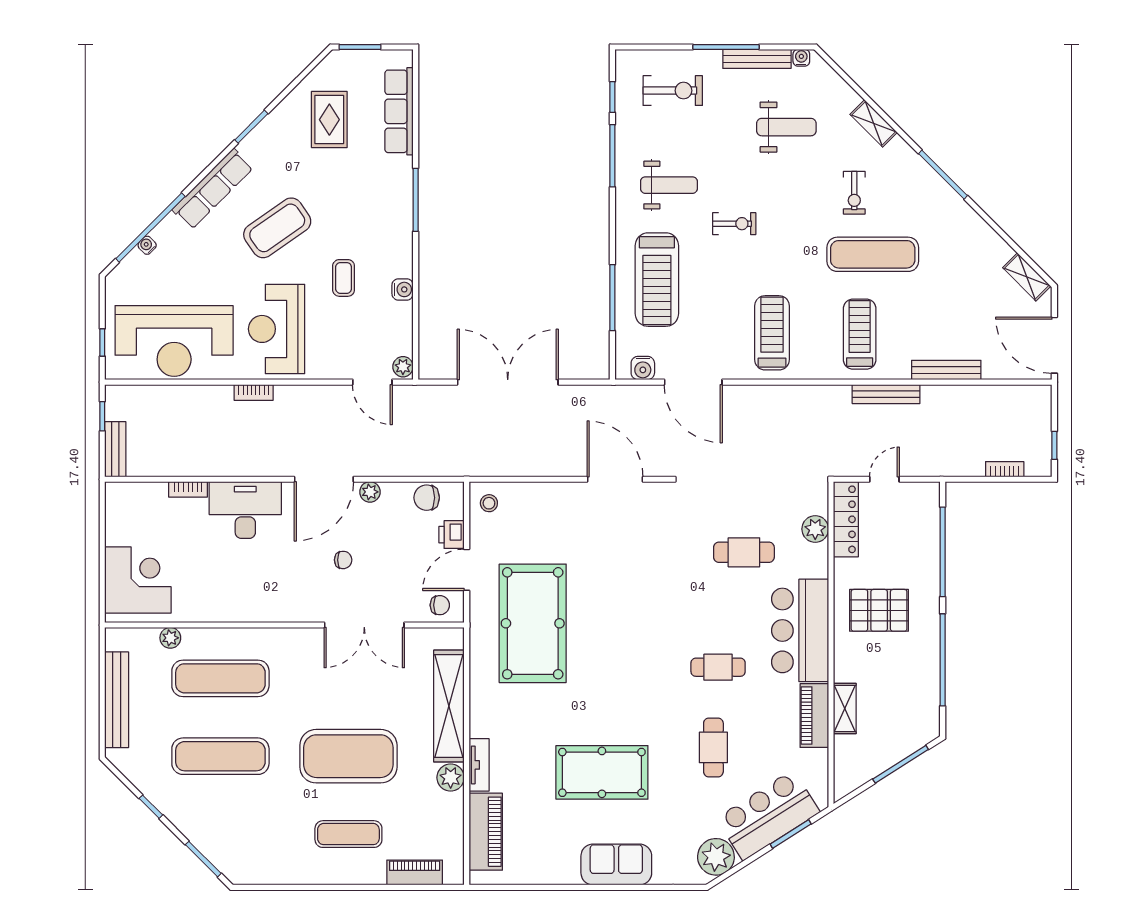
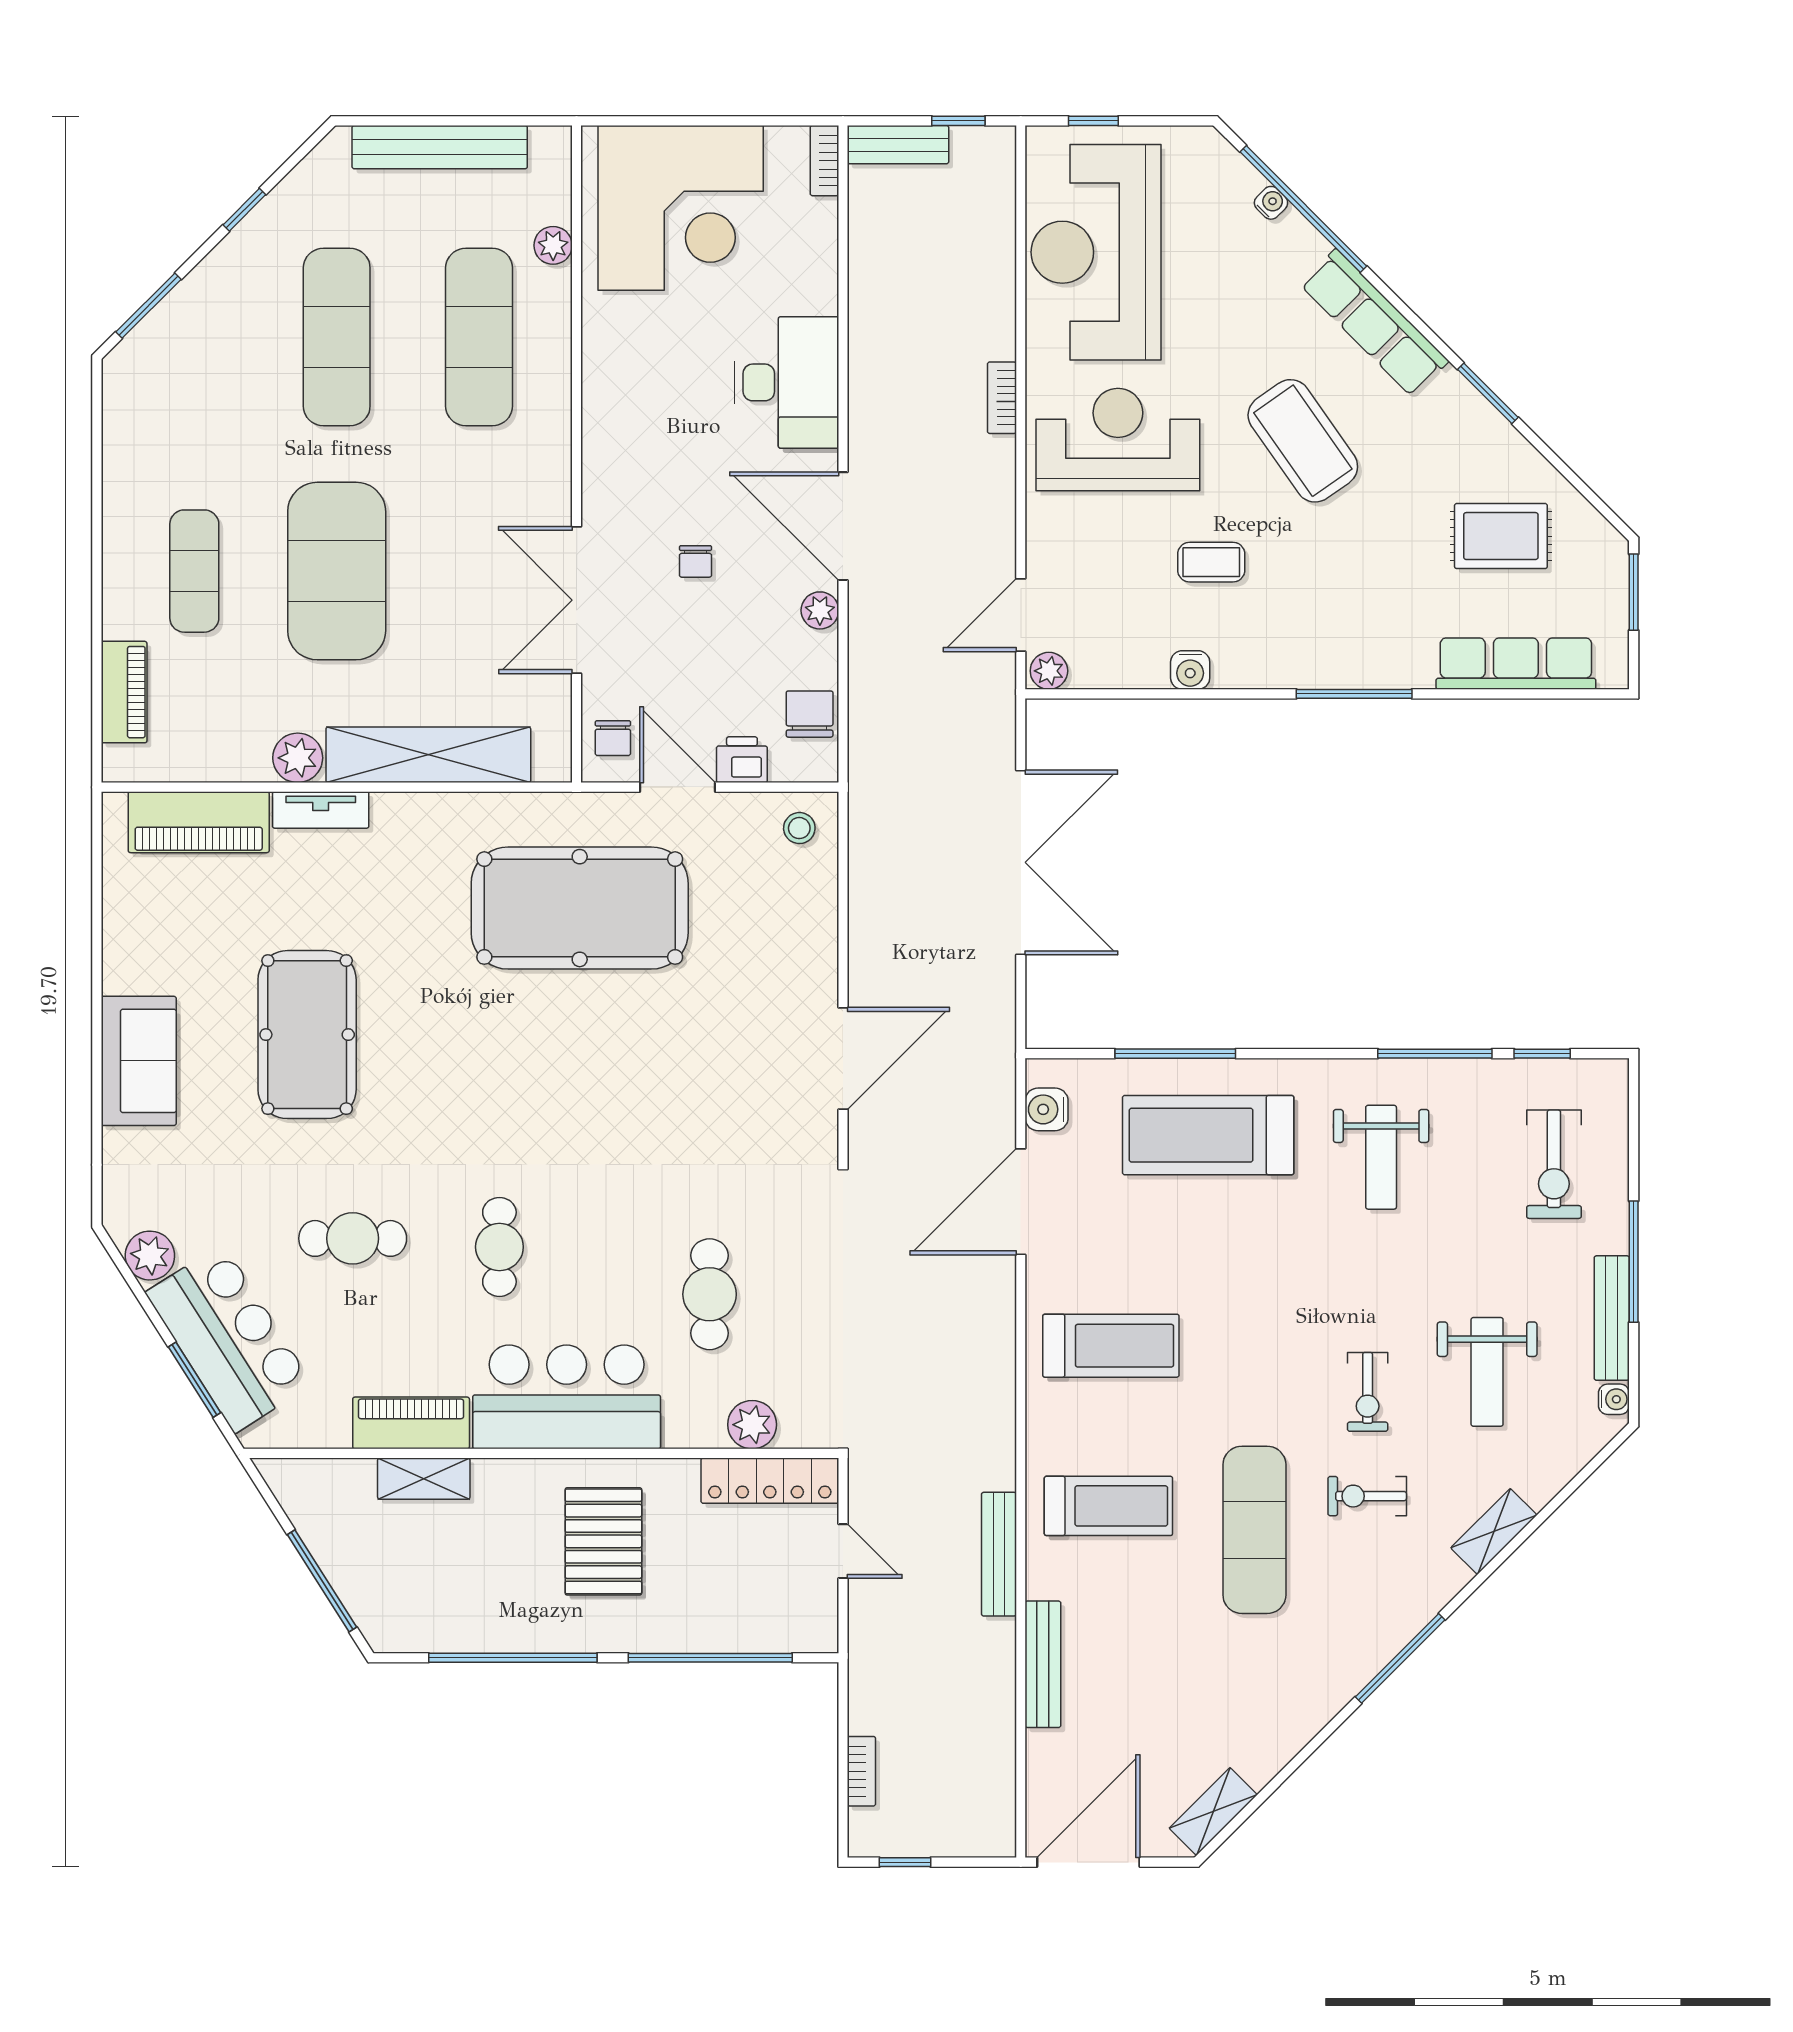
exercise bike: (734, 224) -> (1368, 1392), moved
bookcase: (188, 489) -> (824, 161), moved
corner desk: (138, 580) -> (681, 208), width x1.36, depth x1.36
plant: (716, 857) -> (150, 1256), width x0.73, depth x0.73

